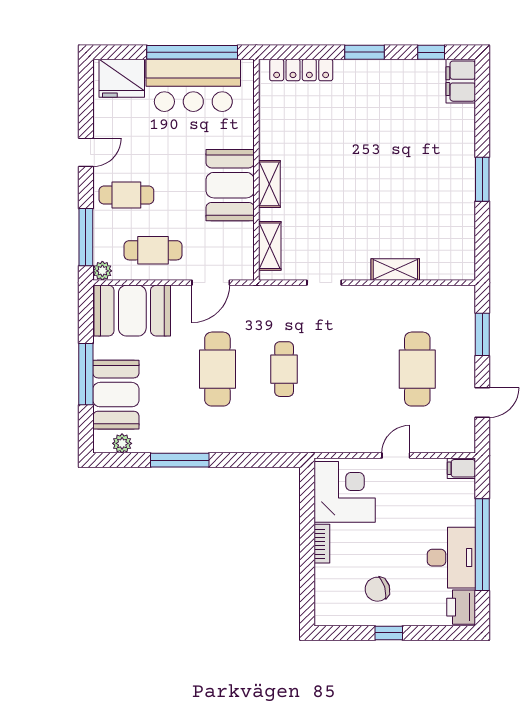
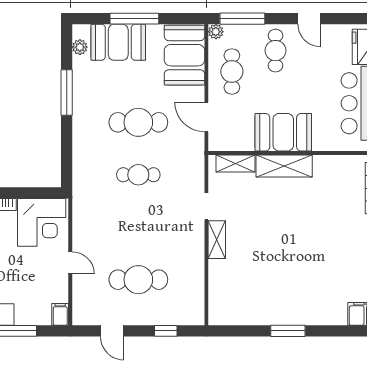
shelving: (269, 184) -> (284, 166), width x1.50, depth x1.33
shelving: (395, 270) -> (217, 240), moved
window: (482, 334) -> (166, 331), width x0.67

